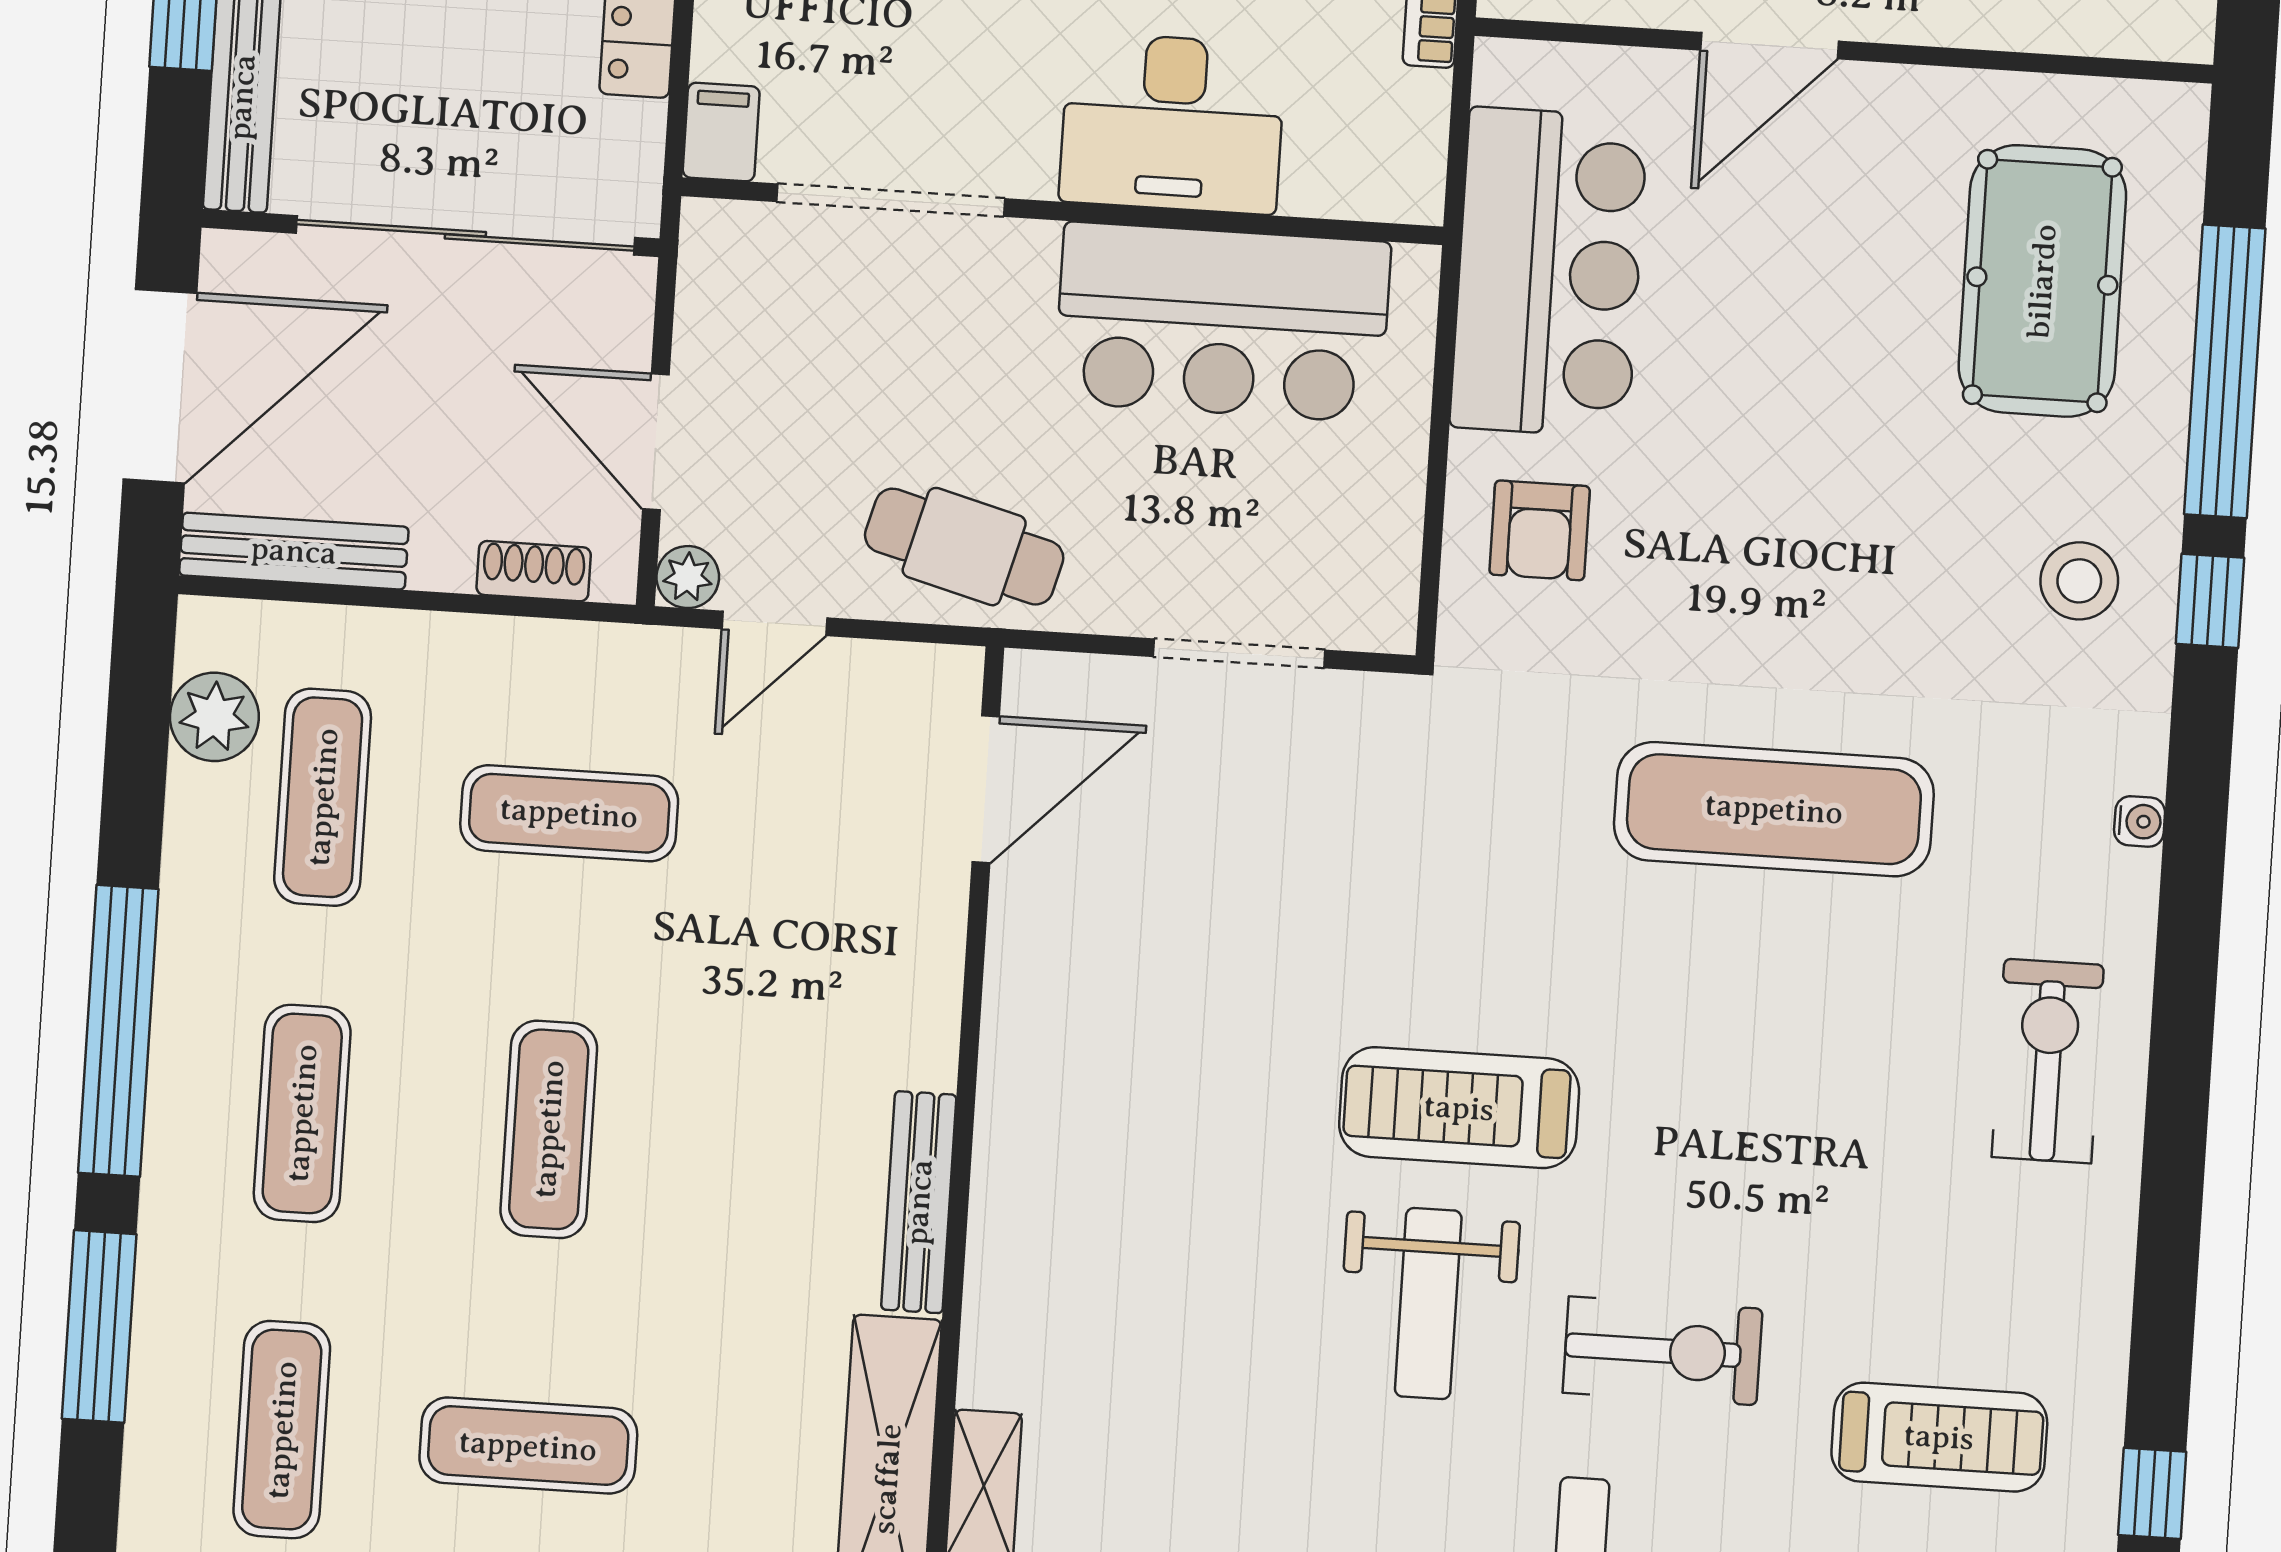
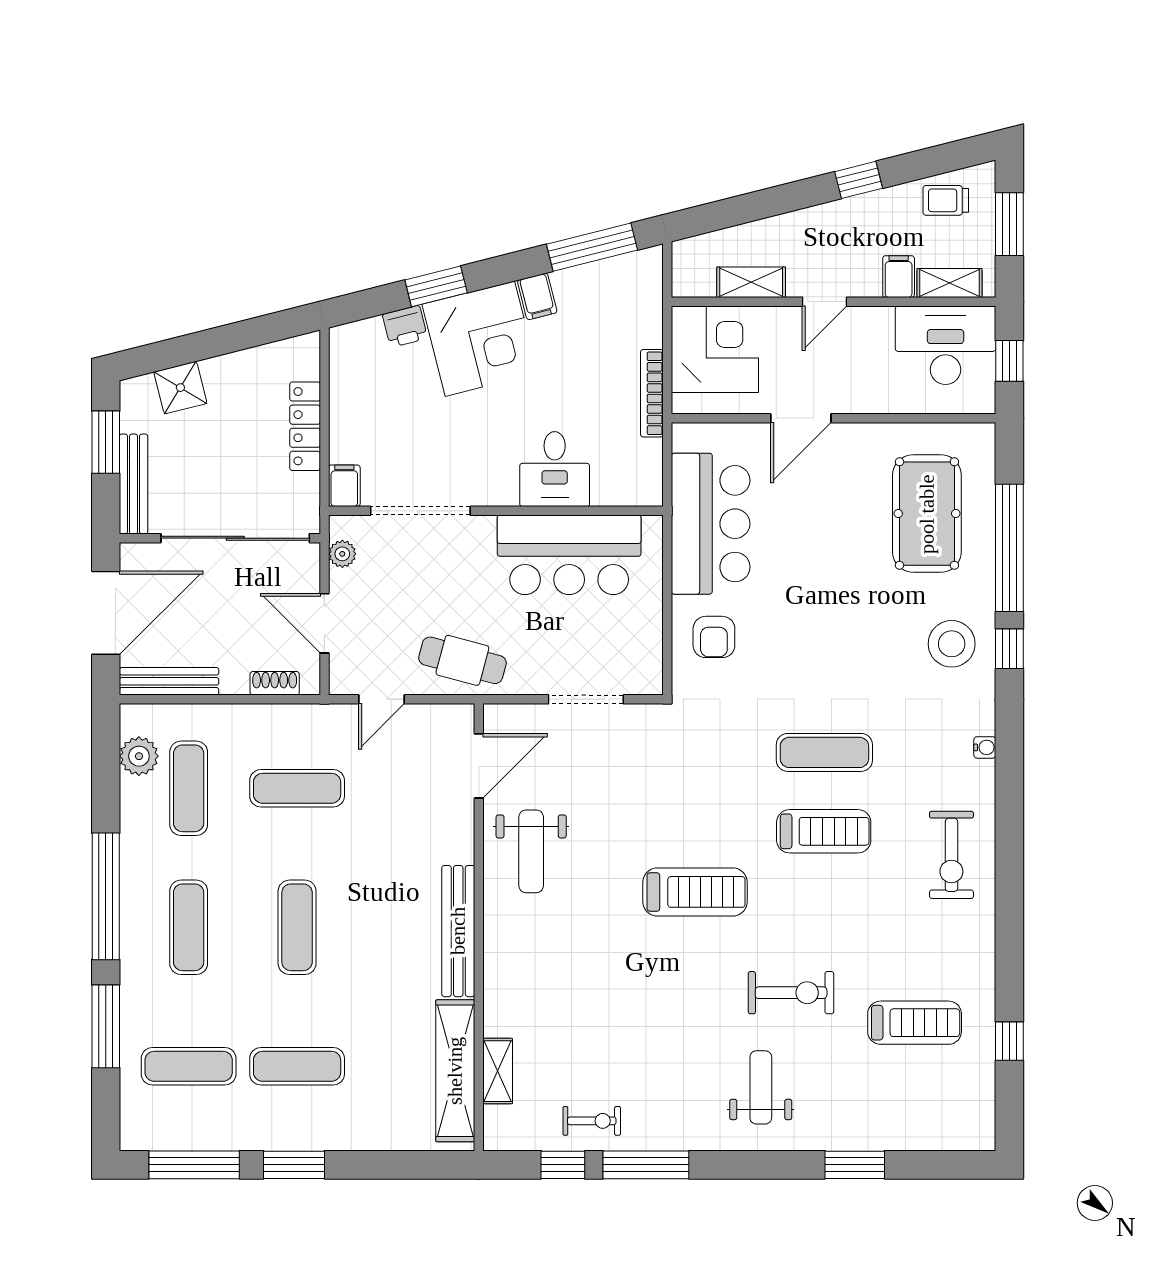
desk: (1172, 123) -> (555, 469), width x0.73
plant: (688, 577) -> (342, 554), moved
stool: (2079, 581) -> (952, 644), width x1.38, depth x1.38
exercise mat: (1774, 809) -> (824, 752), width x0.73, depth x0.69
treadmill: (1761, 988) -> (824, 831), added
exercise bike: (2048, 1061) -> (951, 855), turned 180
treadmill: (1459, 1108) -> (695, 892), turned 180
bench: (919, 1202) -> (458, 931), width x1.37, depth x1.21
weight bench: (1428, 1304) -> (531, 851), moved
exercise mat: (282, 1430) -> (189, 1066), turned 90

